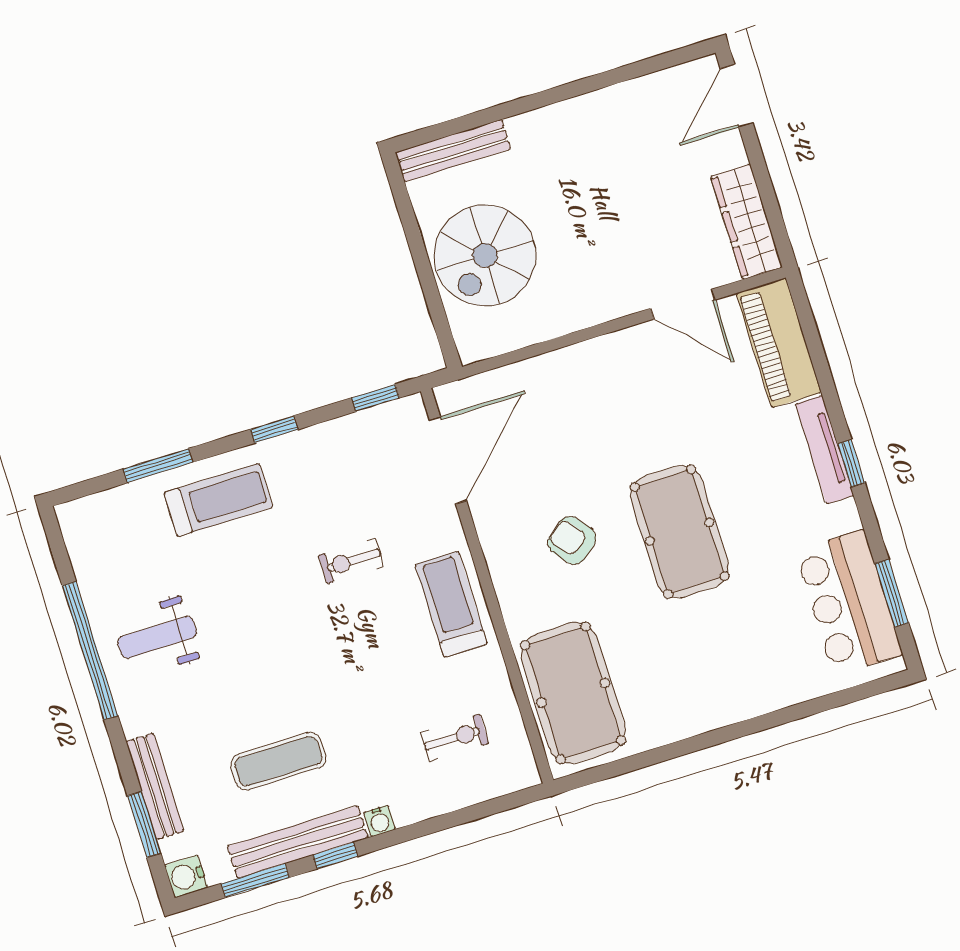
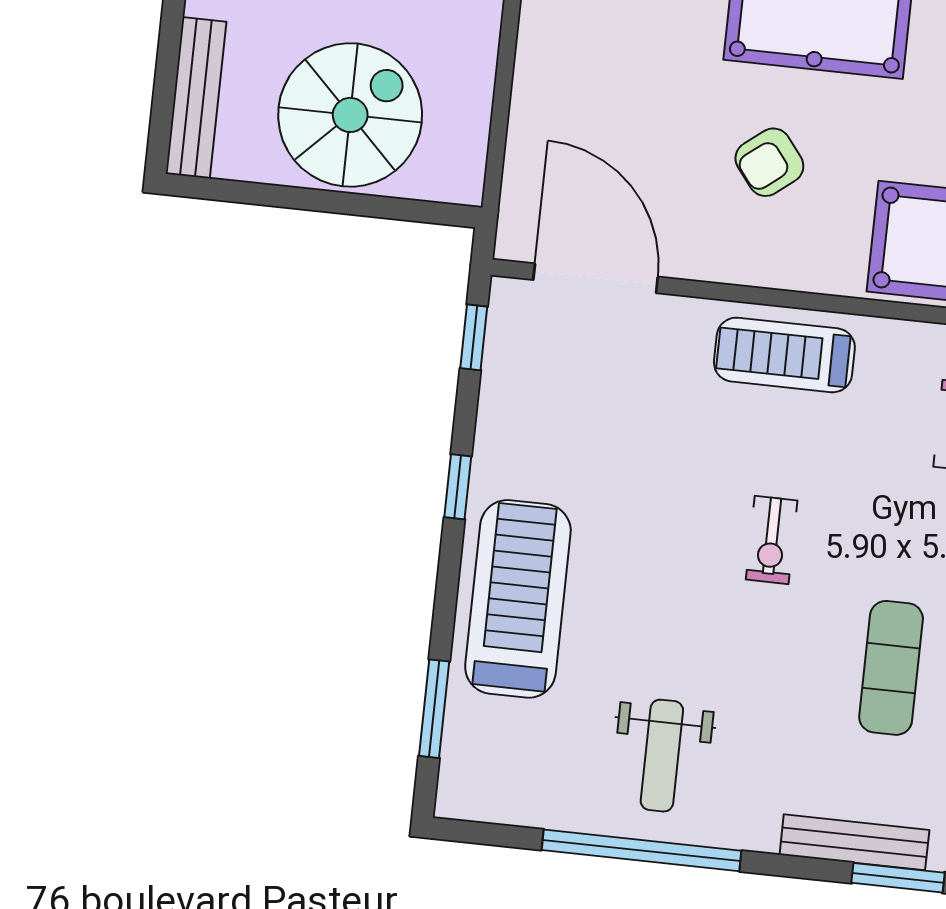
spiral stairs: (485, 255) -> (350, 115), turned -90
window: (158, 466) -> (434, 709), moved
treadmill: (218, 500) -> (518, 599), width x1.37, depth x1.38
exercise bike: (351, 561) -> (772, 540), moved

